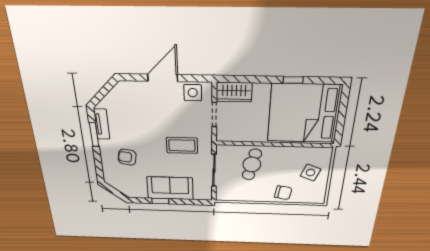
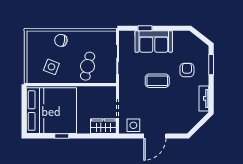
window: (94, 135) -> (211, 65), moved
coffee table: (182, 145) -> (157, 81), moved
armchair: (127, 157) -> (187, 70), turned -99
side table: (311, 173) -> (51, 67), moved
window: (160, 201) -> (145, 28), moved

